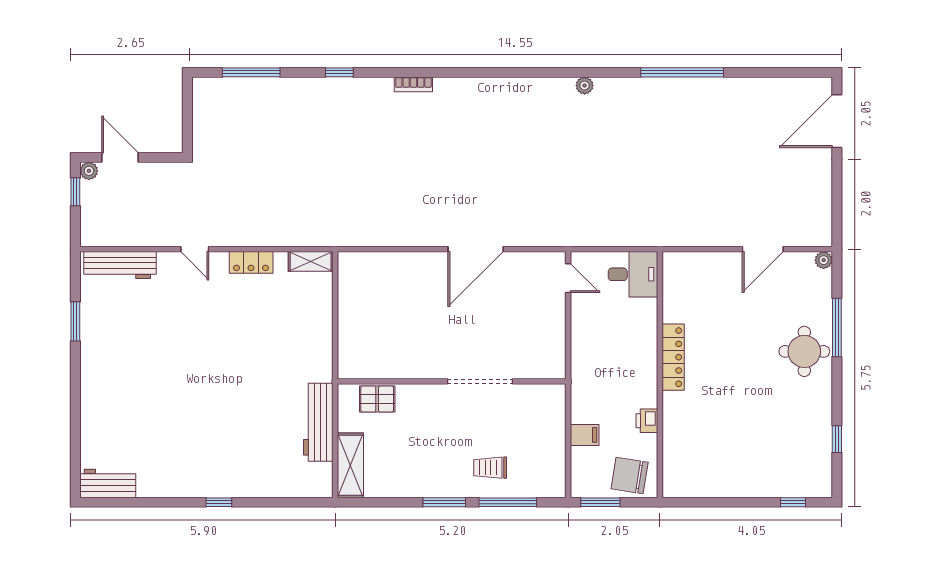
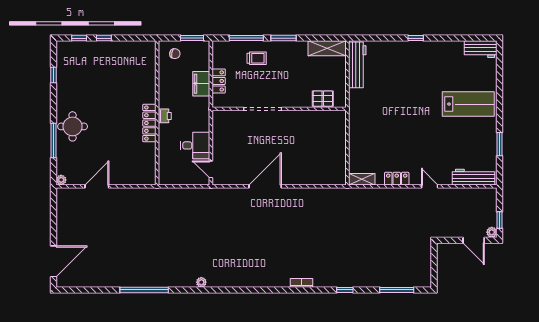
desk: (633, 274) -> (195, 145), moved, turned 180
lab bench: (129, 390) -> (468, 104), added
printer: (647, 421) -> (165, 116), moved
workbench: (318, 422) -> (357, 65), moved
locker: (555, 429) -> (219, 81), added
filing cabinet: (585, 435) -> (201, 84), width x2.00
shelving: (350, 465) -> (327, 48), moved, turned 90
chair: (630, 476) -> (175, 54), width x0.54, depth x0.54
window: (751, 502) -> (104, 38), added

